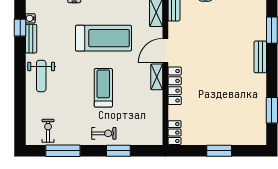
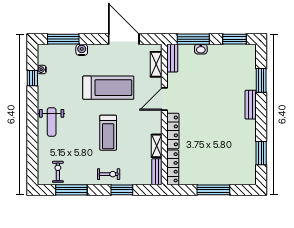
bench: (31, 39) -> (157, 172), moved
shelving: (157, 77) -> (157, 146), moved
treadmill: (103, 88) -> (108, 133), turned 180
locker: (174, 133) -> (173, 167), width x1.53
window: (219, 151) -> (213, 190), width x1.44

